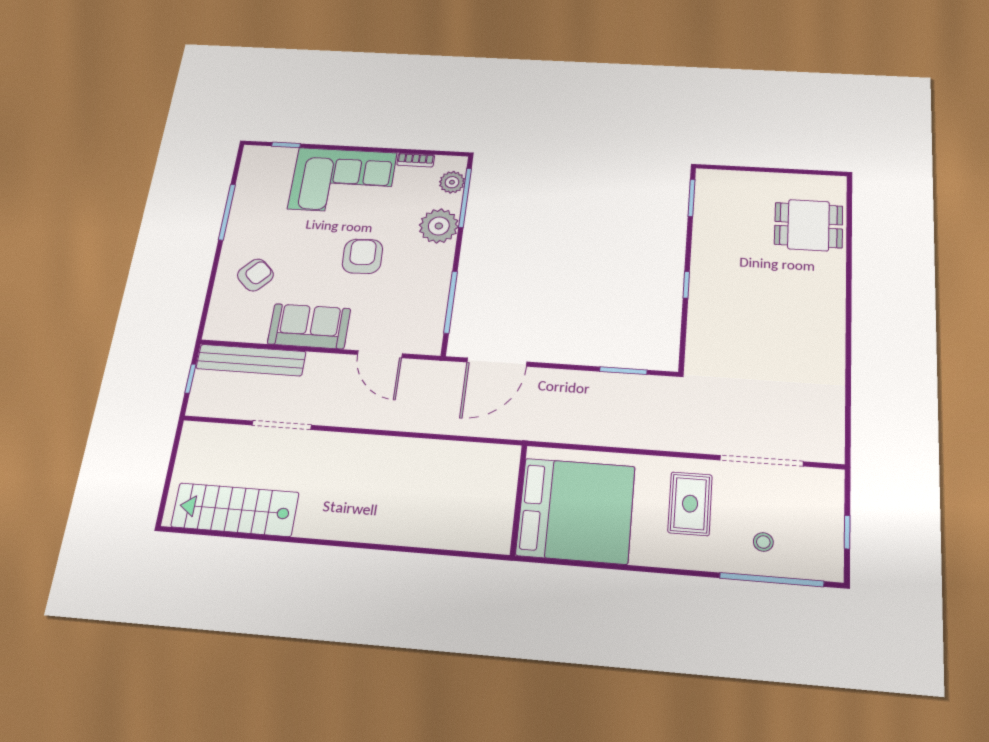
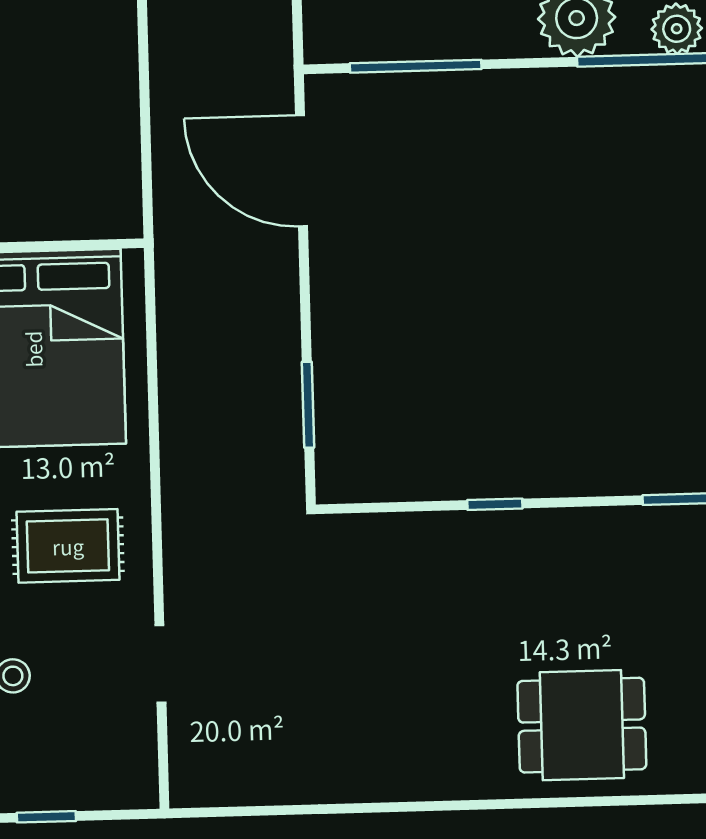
dining table: (809, 225) -> (582, 725), moved, turned 90
doorway: (761, 461) -> (160, 664), width x0.53

